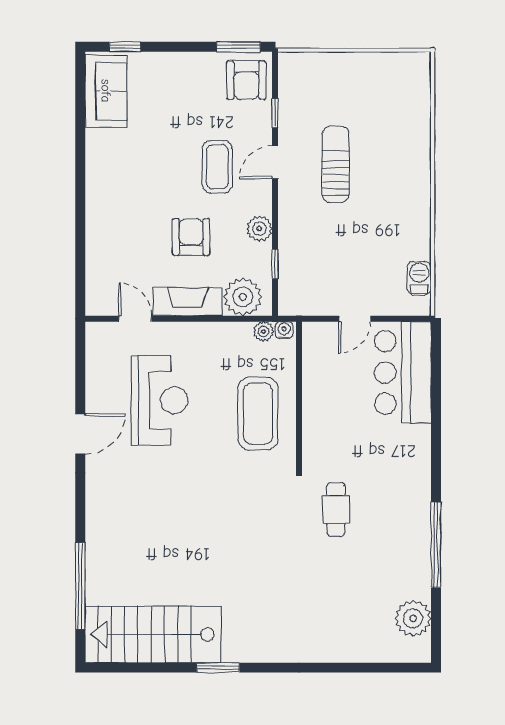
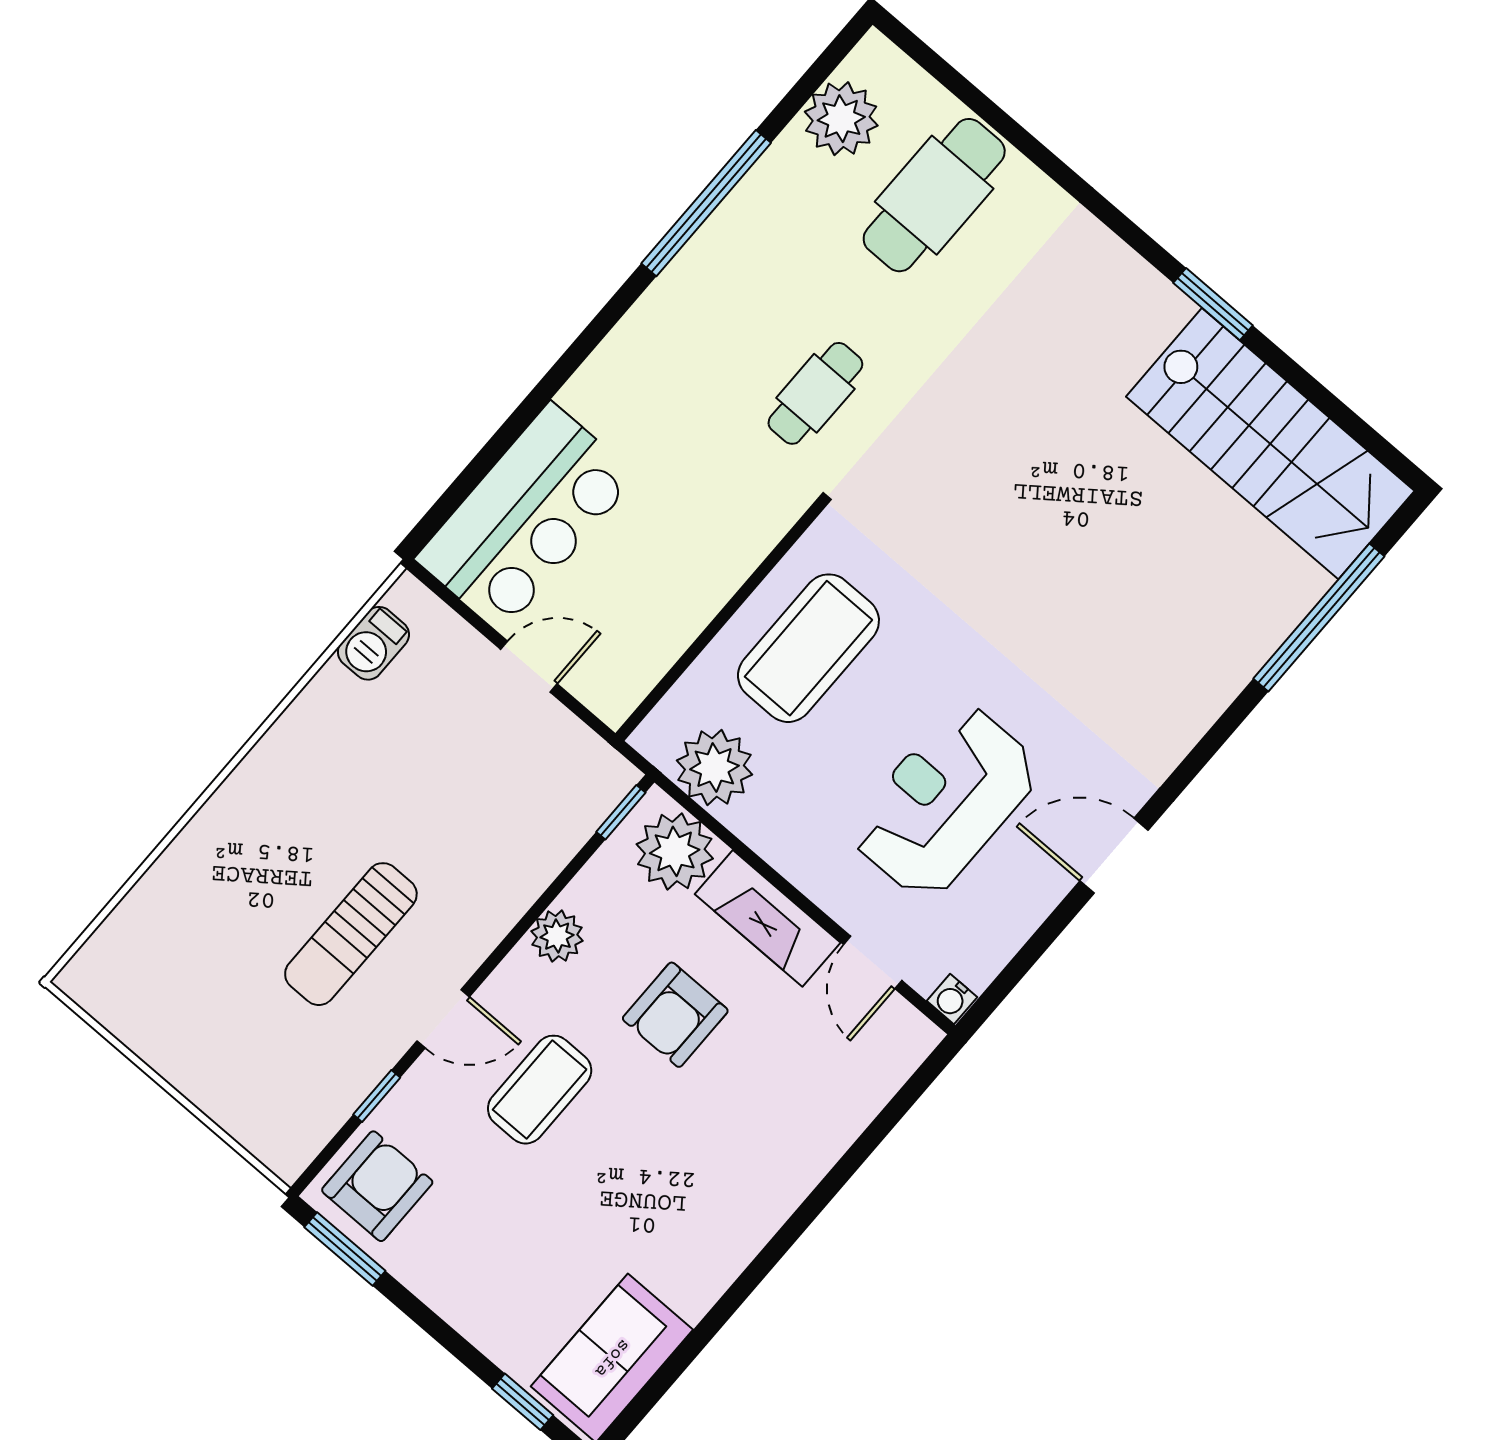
window: (275, 264) -> (621, 812), moved
water cooler: (284, 330) -> (952, 999), moved
plant: (263, 331) -> (714, 767), width x1.87, depth x1.87
cafe table: (355, 620) -> (934, 195), added

